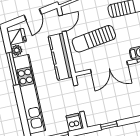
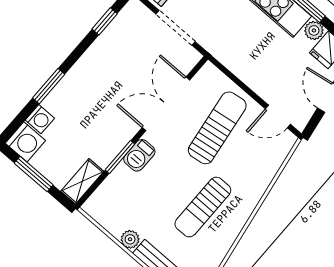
door: (62, 23) -> (278, 117), hinge flipped
kitchen counter: (60, 57) -> (246, 67), removed

